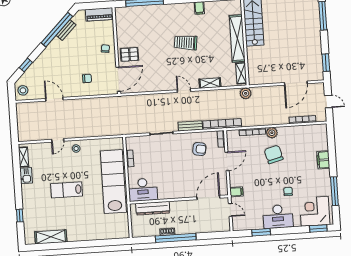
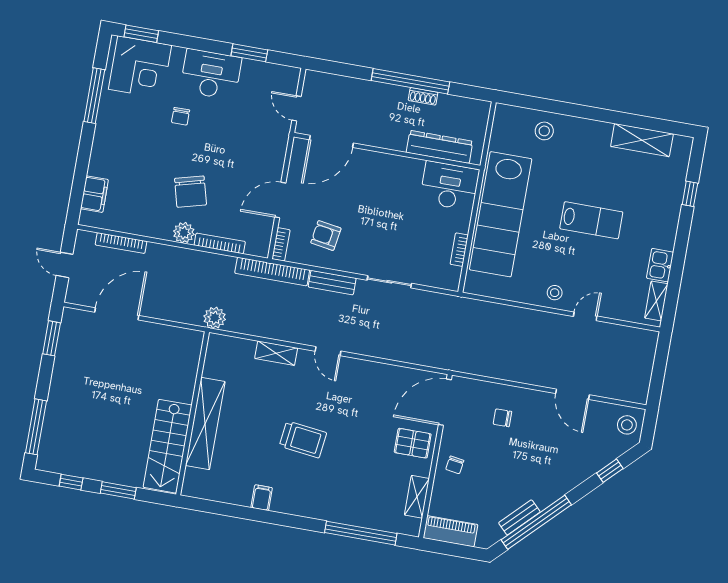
shelving: (241, 73) -> (417, 497), moved
filing cabinet: (323, 160) -> (94, 194), moved
filing cabinet: (236, 192) -> (277, 139), removed
stool: (102, 229) -> (544, 131), added

